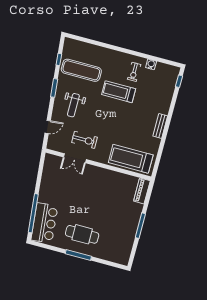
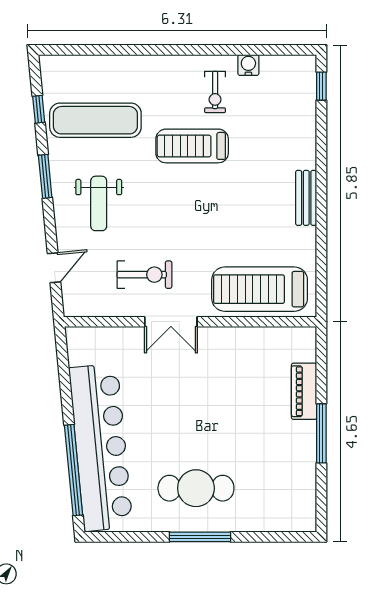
double door: (75, 158) -> (171, 322), moved
piano: (142, 191) -> (304, 391), moved
bar counter: (44, 223) -> (101, 447), width x1.86

